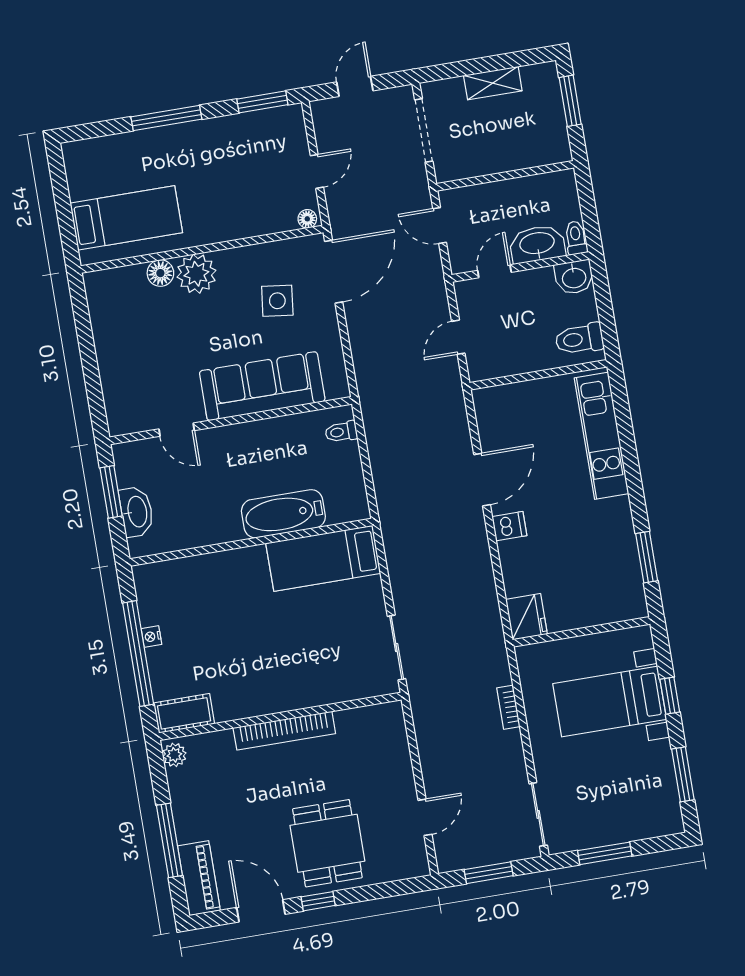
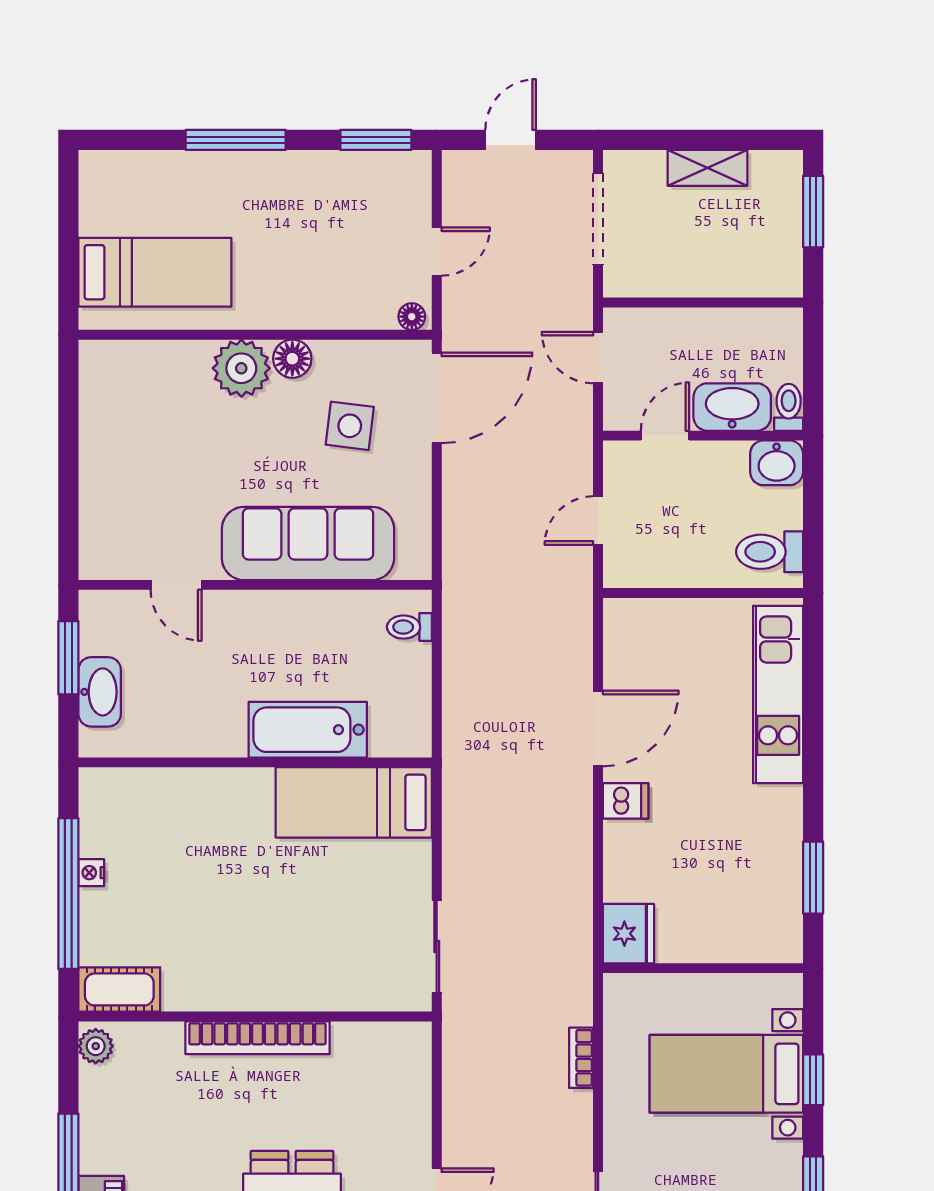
floor lamp: (160, 273) -> (292, 359), moved

